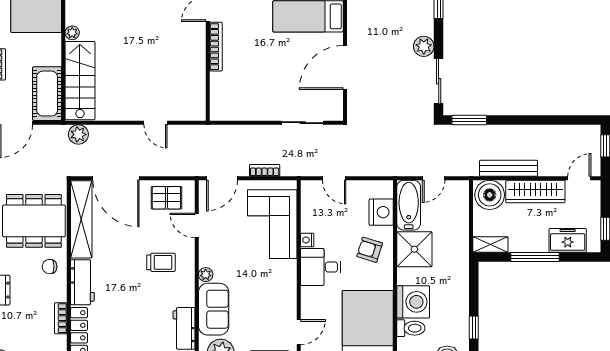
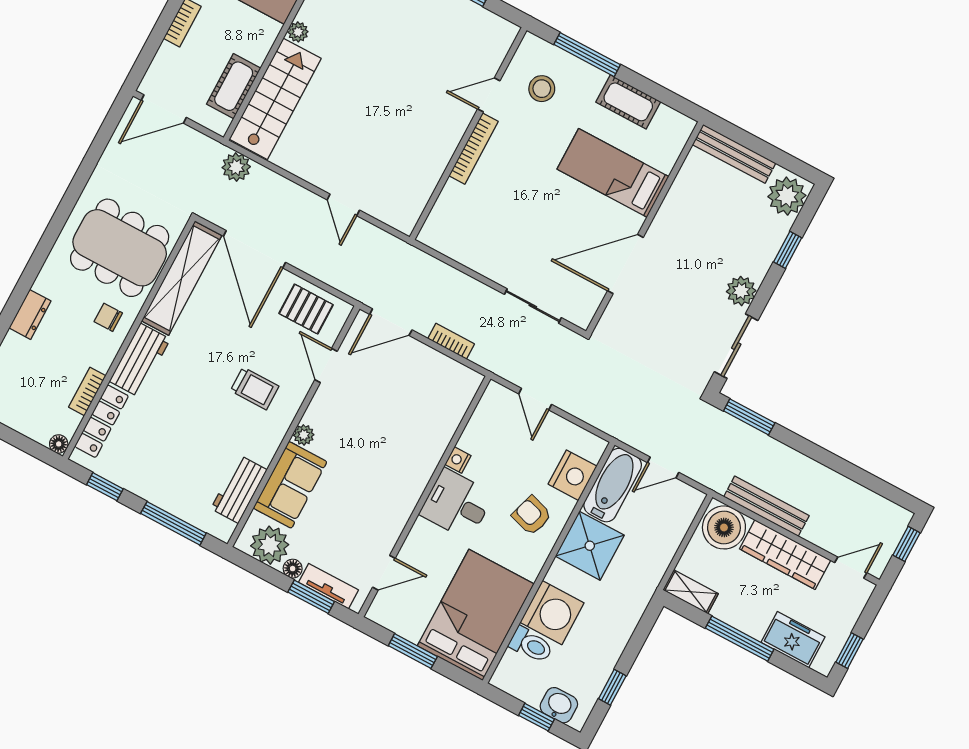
cot: (47, 94) -> (234, 86), width x0.73, depth x0.75
corner sofa: (272, 224) -> (424, 416), removed

